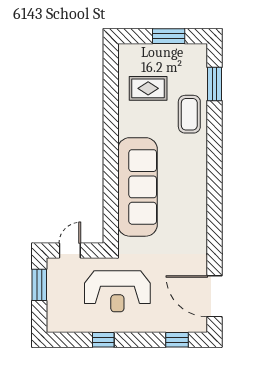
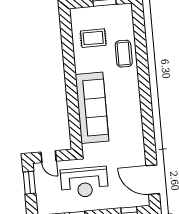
window: (214, 84) -> (139, 31), removed
door: (70, 251) -> (49, 157), swing flipped

